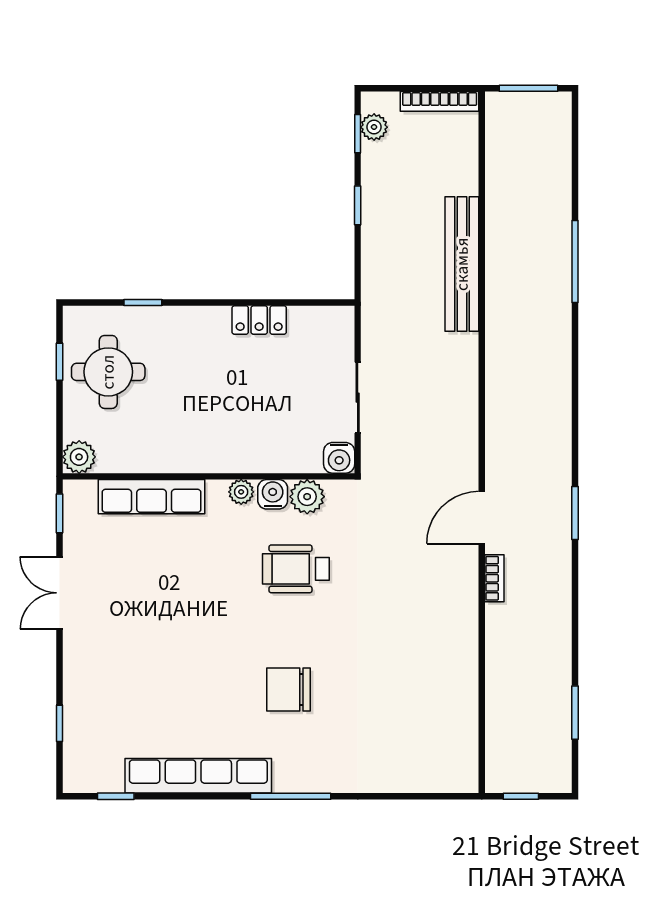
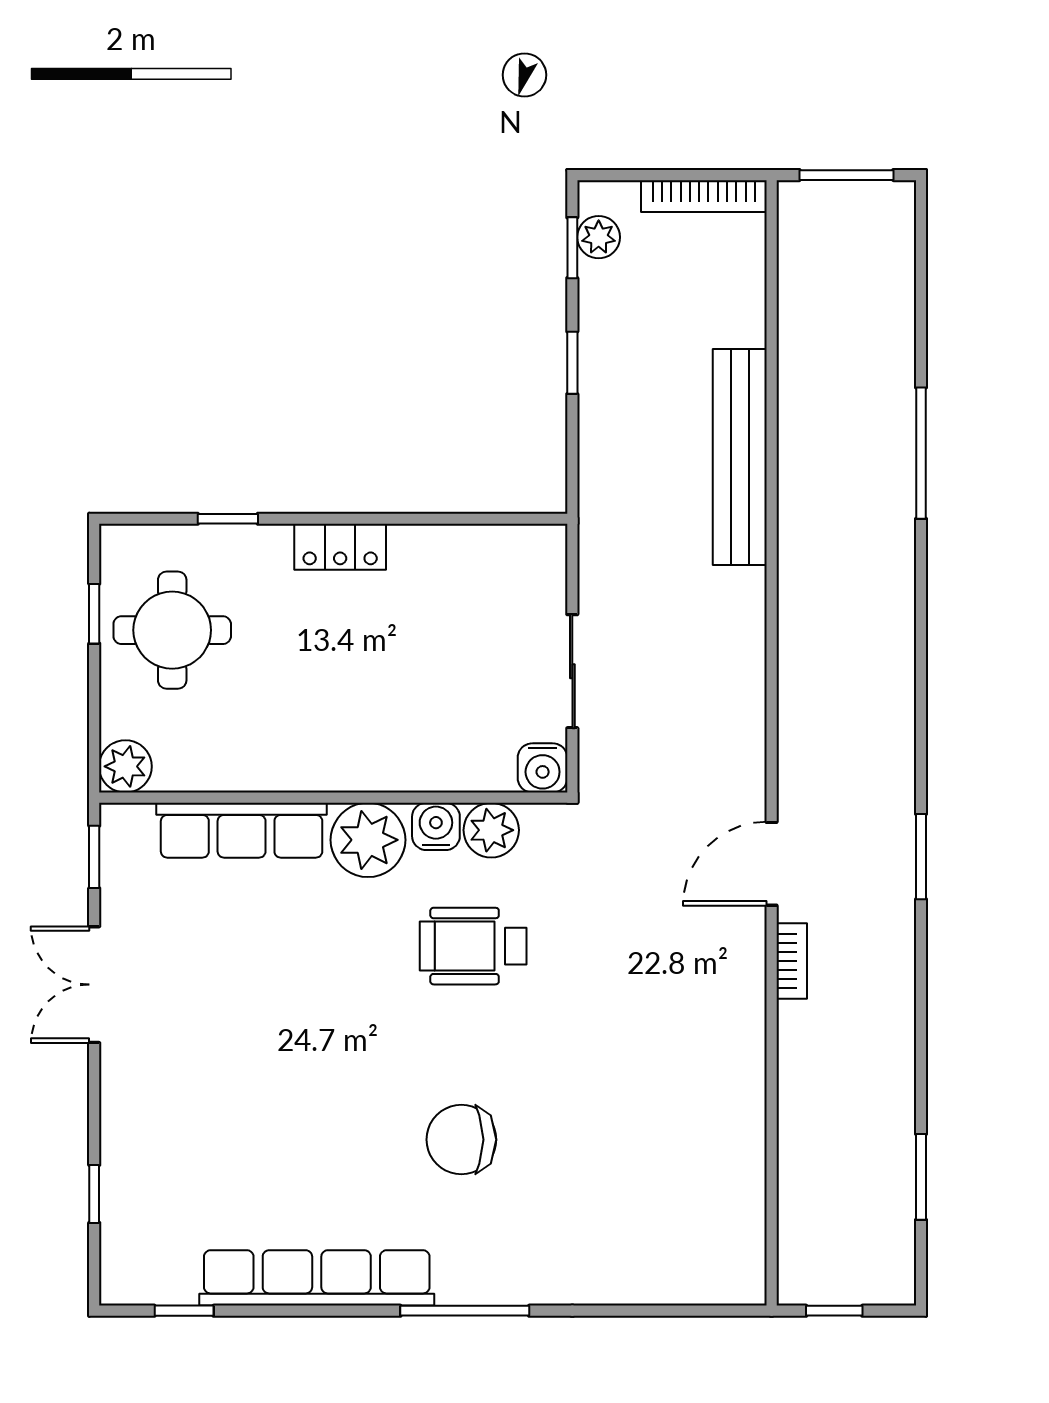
locker: (259, 320) -> (340, 547), moved
plant: (241, 492) -> (368, 840), width x1.87, depth x1.87

